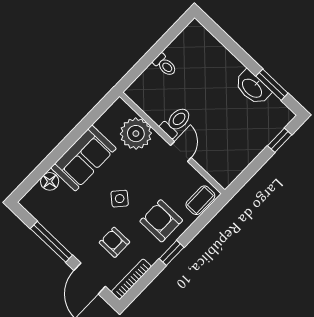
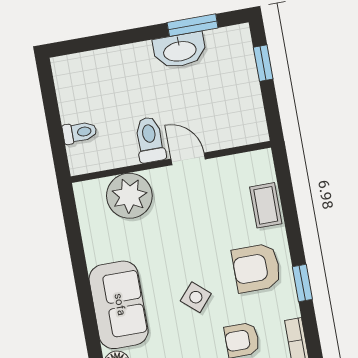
toilet: (176, 122) -> (150, 140), moved
plant: (136, 134) -> (129, 196), moved
wall: (172, 143) -> (171, 162), moved
door: (181, 151) -> (188, 159), moved

